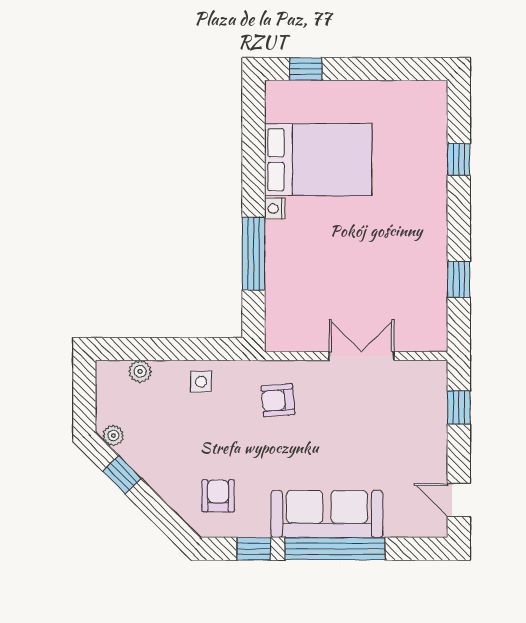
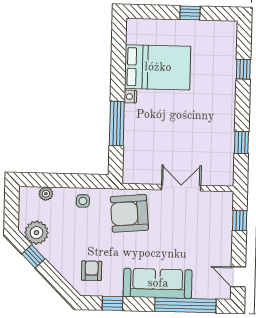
window: (306, 69) -> (190, 13), moved
armchair: (278, 400) -> (129, 213), width x1.88, depth x1.88
plant: (113, 436) -> (36, 233), width x1.88, depth x1.88
window: (335, 549) -> (185, 305), moved

